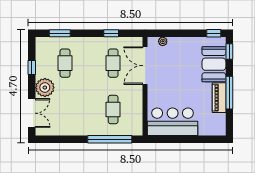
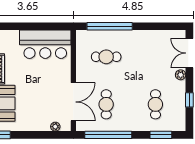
window: (111, 33) -> (108, 135), width x3.17
plant: (45, 88) -> (181, 75), width x0.53, depth x0.53
cafe table: (113, 109) -> (106, 57), turned 90

